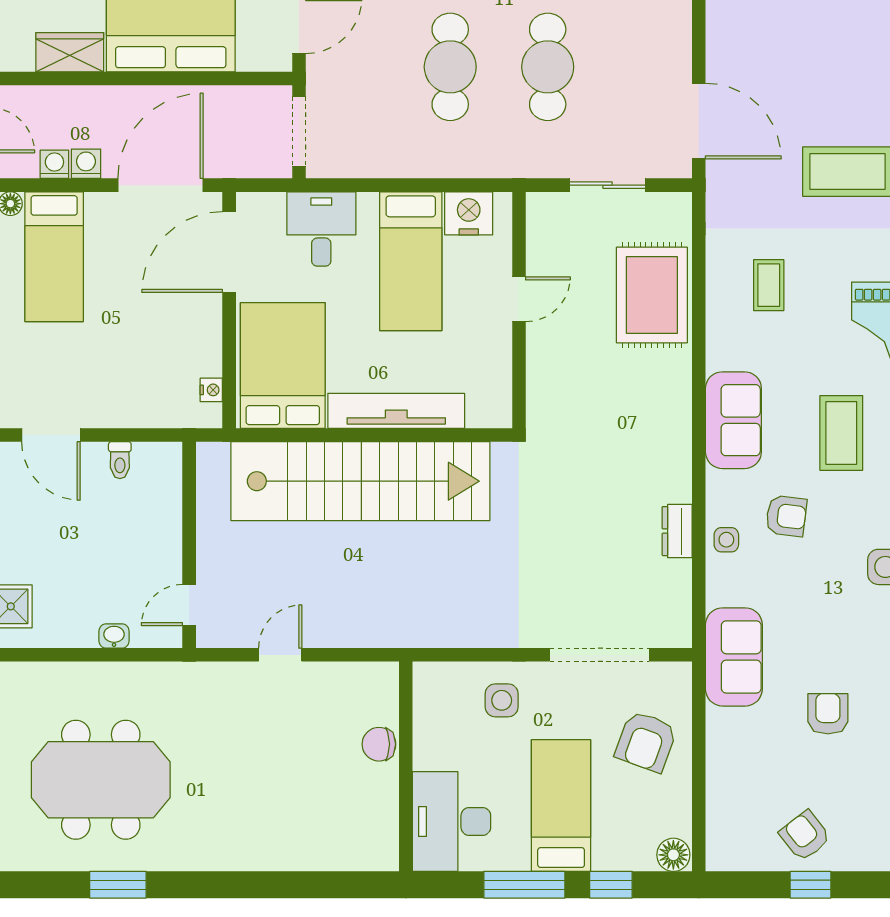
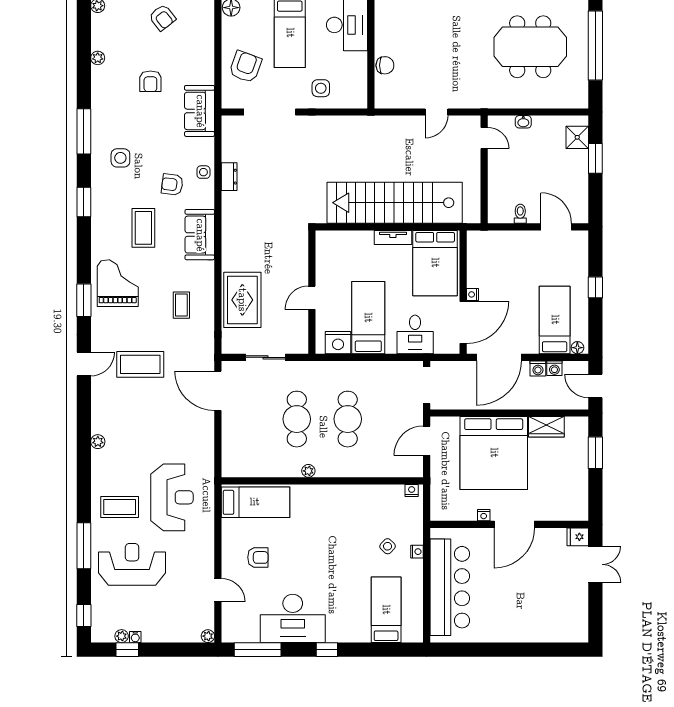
nightstand: (211, 390) -> (472, 294), moved
tv unit: (396, 411) -> (393, 237), width x0.52, depth x0.78
door: (189, 605) -> (484, 138), hinge flipped

